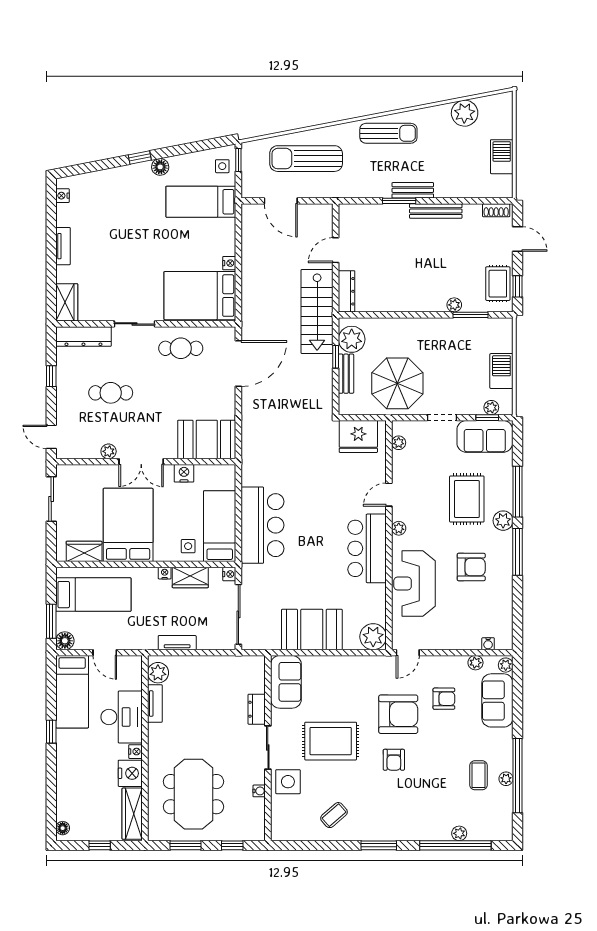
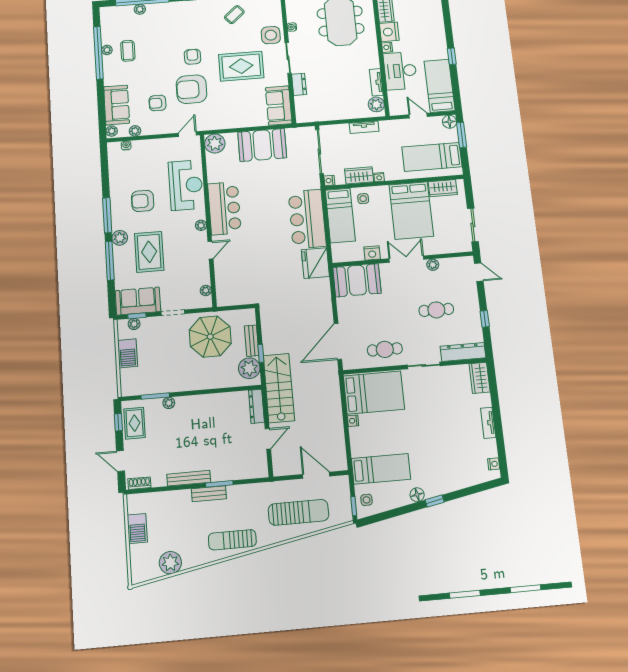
fridge: (358, 436) -> (315, 263), moved, turned -90

